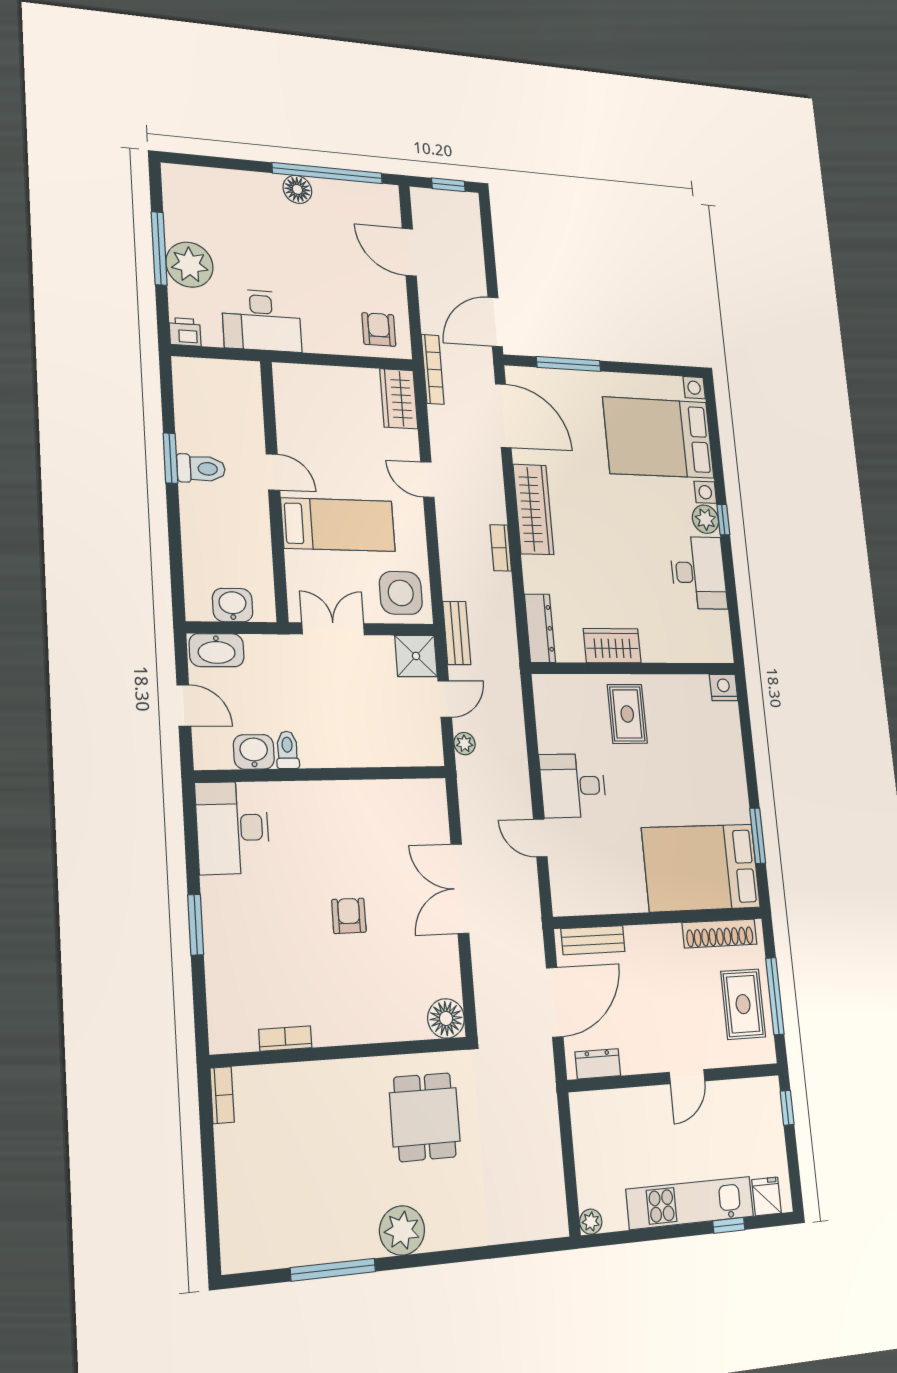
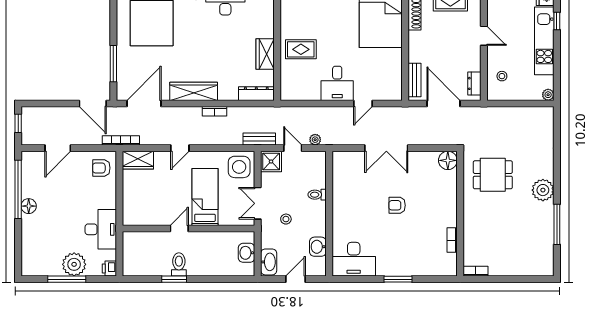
stool: (306, 686) -> (286, 219), added
toilet: (287, 750) -> (317, 195), moved
stool: (617, 1120) -> (502, 76), added

